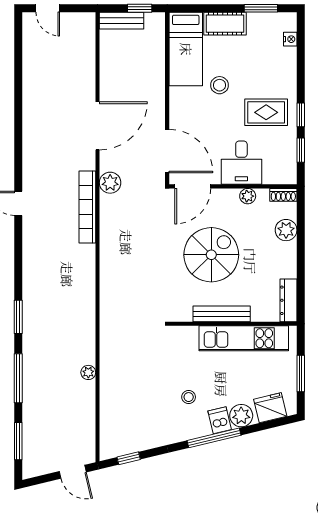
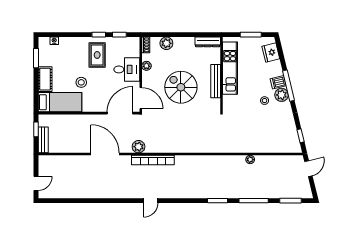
plant: (241, 416) -> (282, 95), moved

